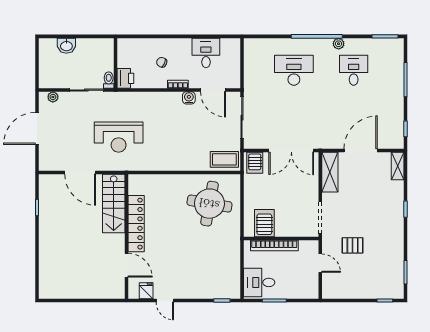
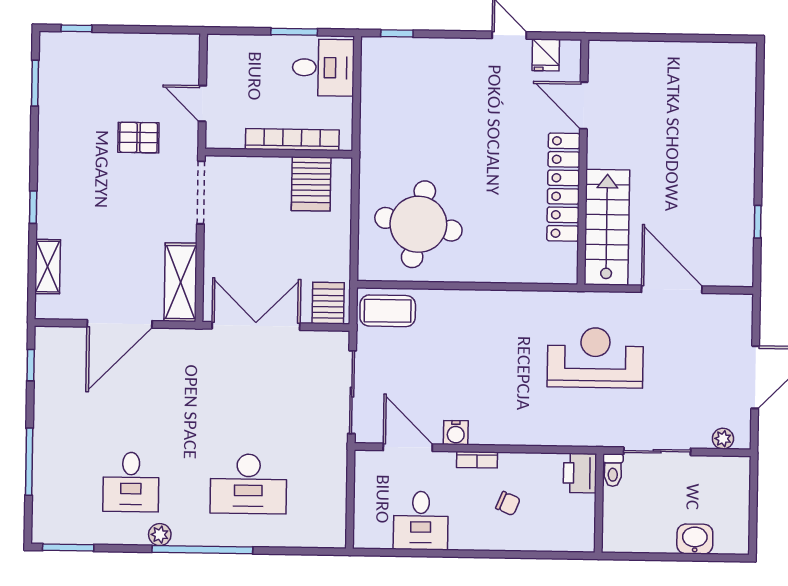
shelving: (398, 166) -> (48, 267), moved

